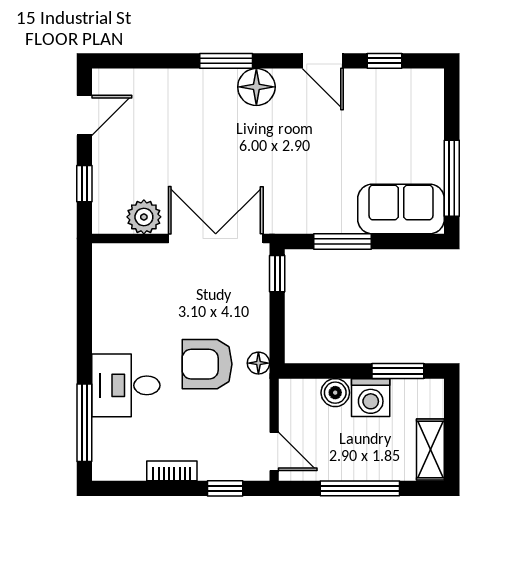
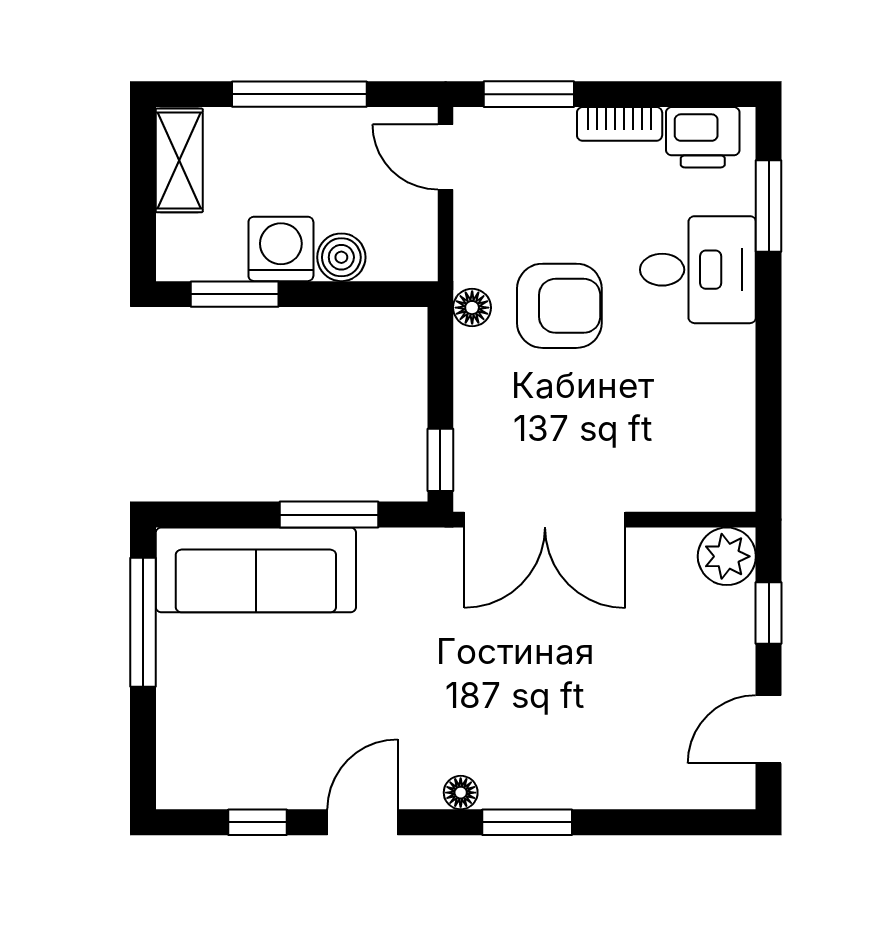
door: (323, 61) -> (362, 822), hinge flipped
floor lamp: (256, 87) -> (461, 793), width x0.53, depth x0.53
sofa: (401, 209) -> (256, 570), width x1.36
plant: (144, 217) -> (727, 556), moved
window: (84, 423) -> (769, 206), width x0.69
printer: (123, 463) -> (703, 137), added
window: (225, 488) -> (529, 94), width x1.50

